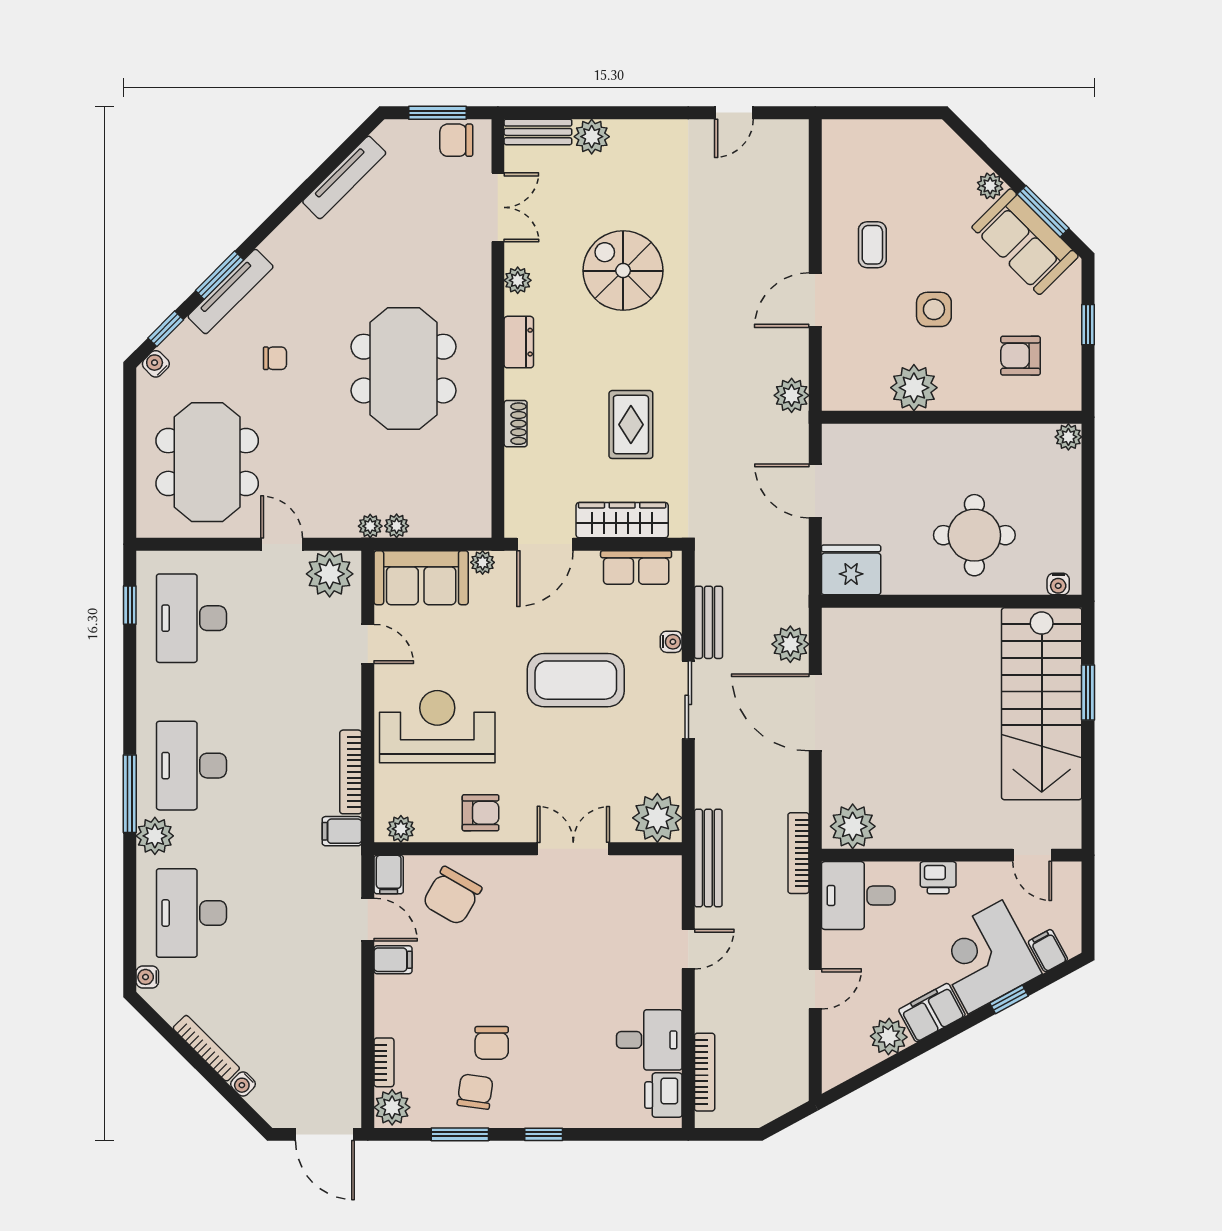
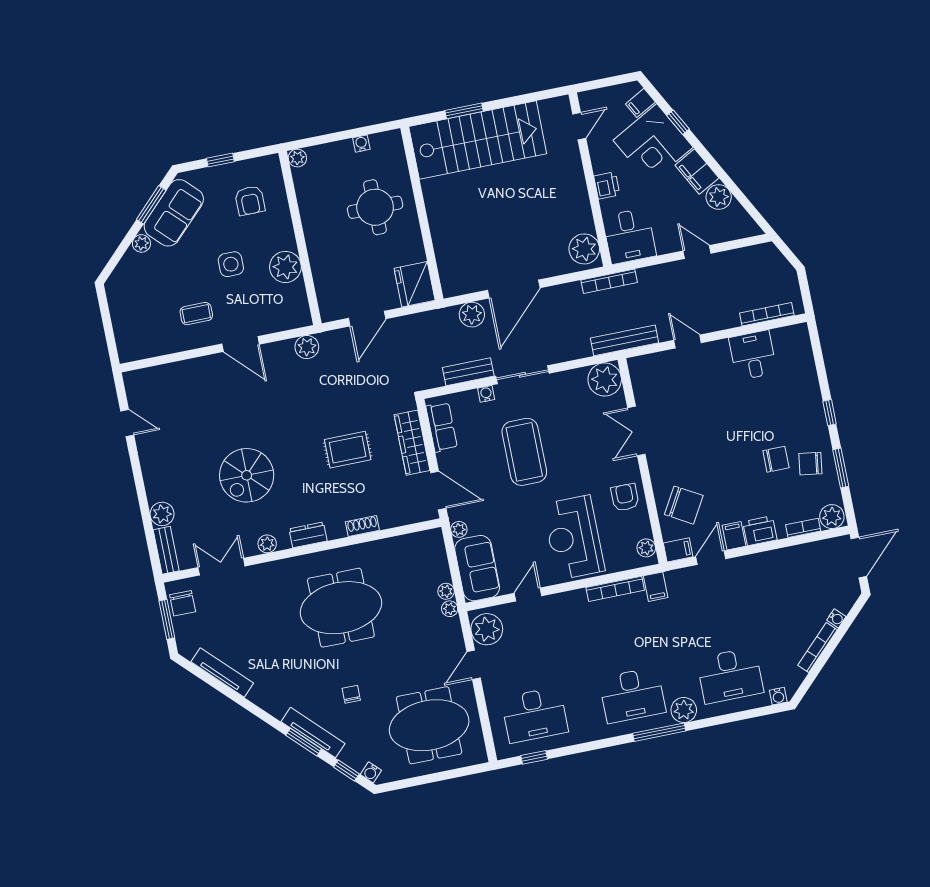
water cooler: (1058, 584) -> (361, 144), moved, turned -90
printer: (663, 1095) -> (760, 531), moved, turned 180

